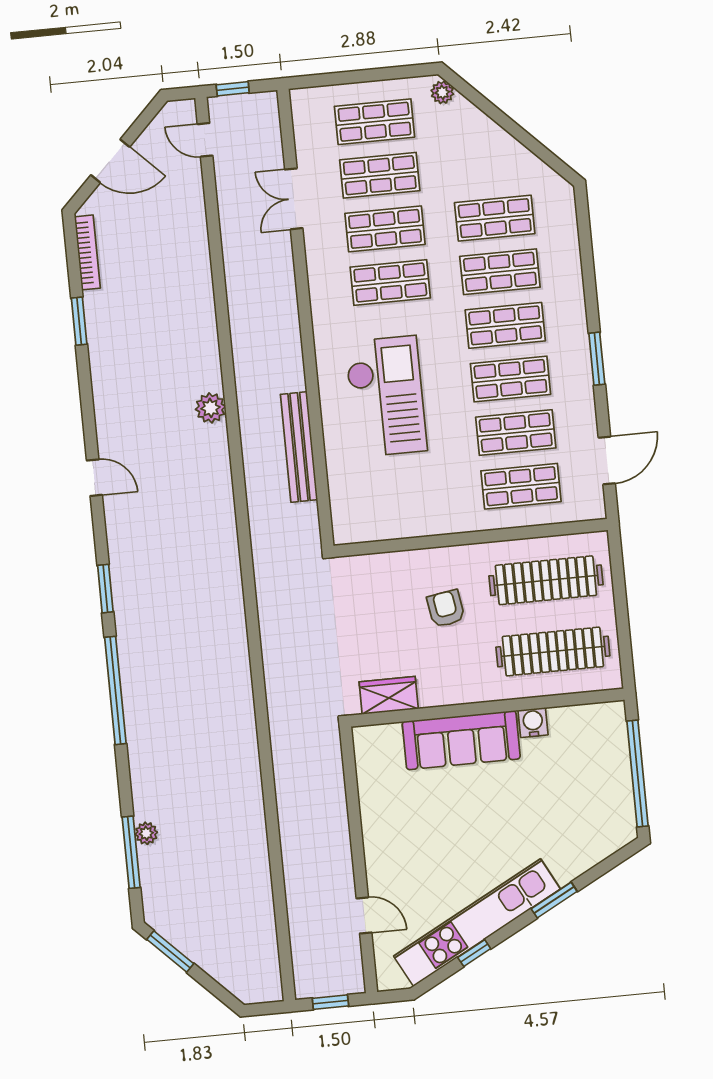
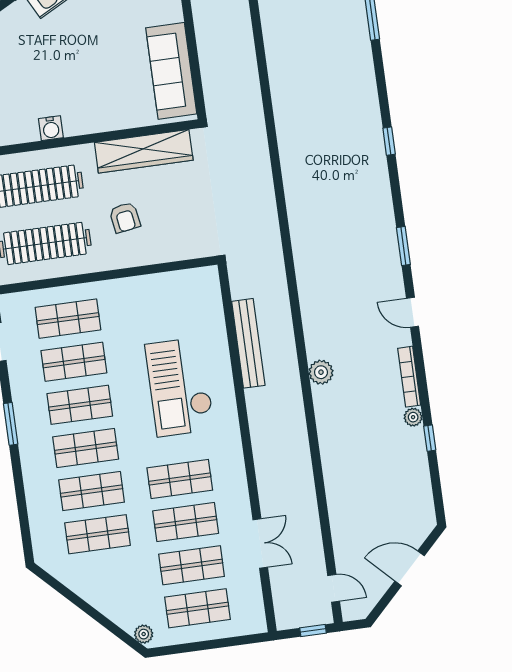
bookcase: (87, 252) -> (409, 377), moved
window: (79, 321) -> (430, 438), width x0.67
window: (105, 589) -> (403, 246), moved
window: (115, 690) -> (389, 141), width x0.32
wardrobe: (389, 695) -> (144, 151), width x2.10, depth x1.17
sofa: (461, 740) -> (171, 71), moved, turned -90
plant: (146, 833) -> (413, 417), moved

